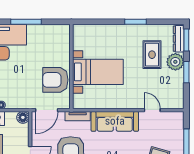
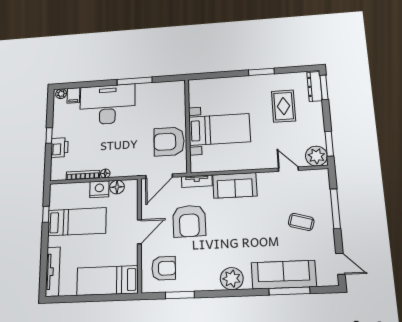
plant: (175, 62) -> (316, 156), moved
window: (186, 72) -> (329, 144), moved
floor lamp: (23, 117) -> (117, 187), moved
sofa: (115, 121) -> (235, 185), width x0.73

